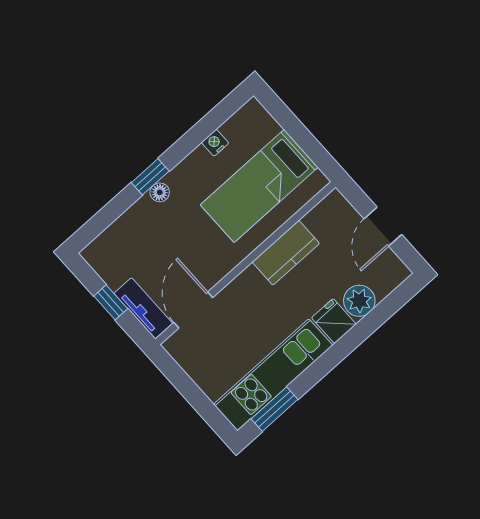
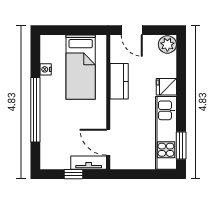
window: (150, 177) -> (35, 110), width x3.17
floor lamp: (160, 192) -> (46, 112), removed
door: (383, 227) -> (132, 30), moved
plant: (359, 301) -> (167, 44), moved

